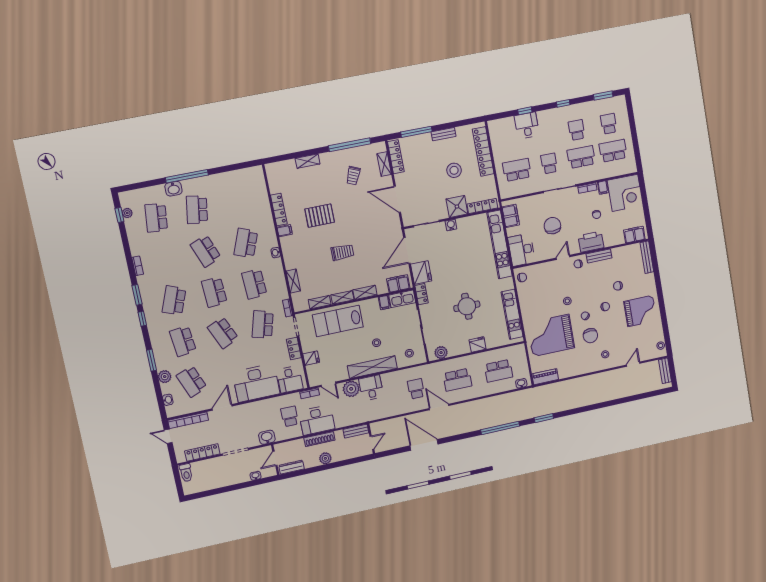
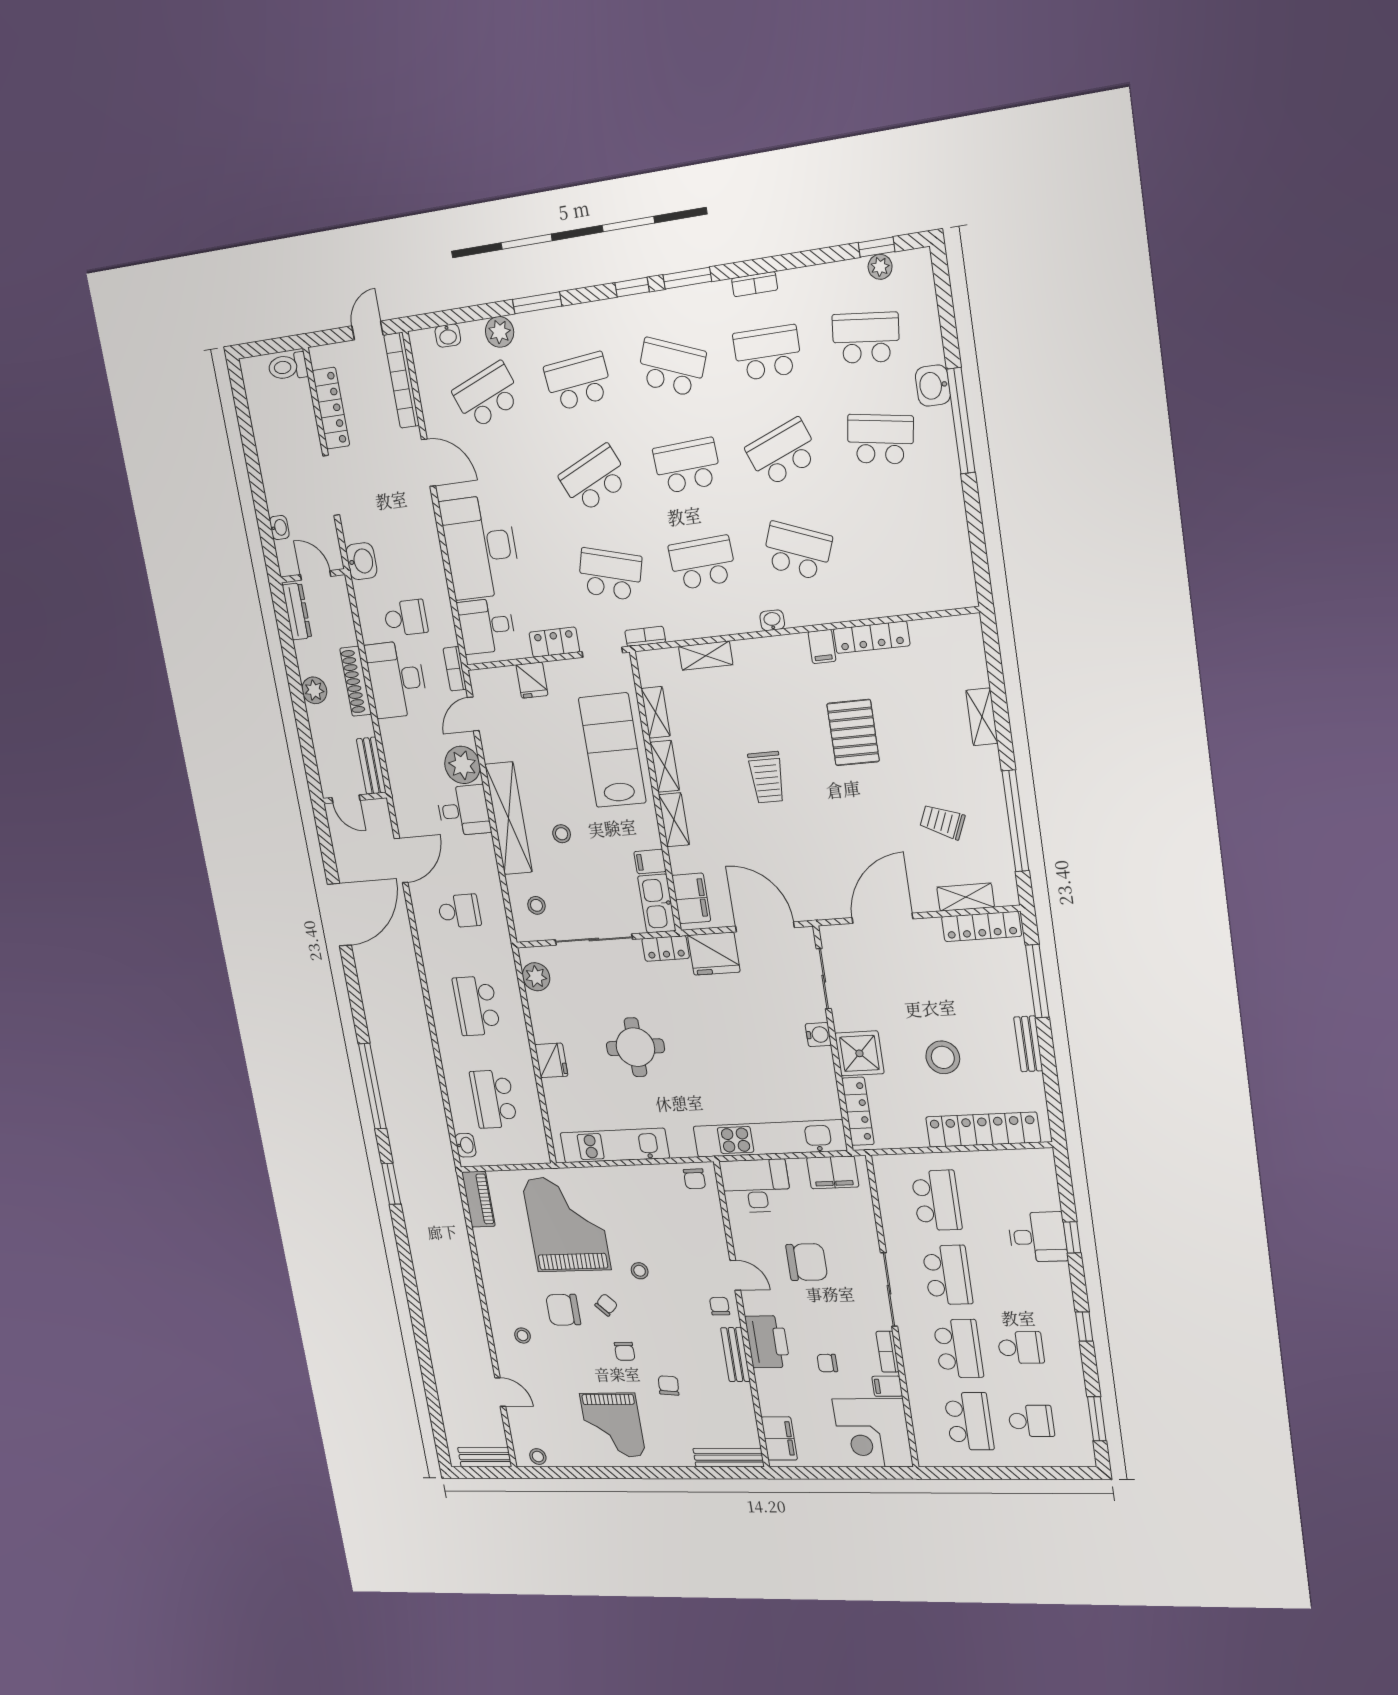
school desk: (549, 163) -> (948, 1275), width x1.85
school desk: (165, 259) -> (767, 353), added
door: (439, 407) -> (401, 860), moved

